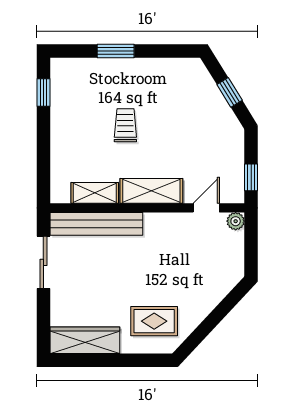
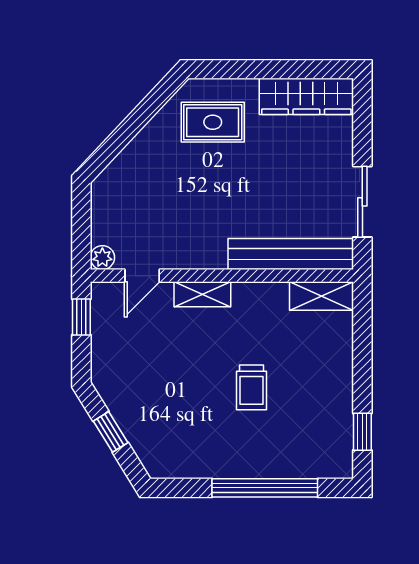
window: (116, 51) -> (265, 488), width x2.11
shelving: (151, 191) -> (202, 294), width x0.67, depth x0.75
shelving: (95, 193) -> (322, 296), moved

